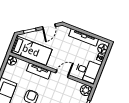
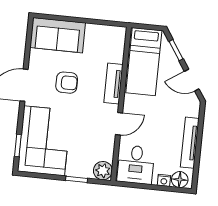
floor lamp: (12, 61) -> (118, 34), removed
door: (62, 74) -> (119, 124), hinge flipped

